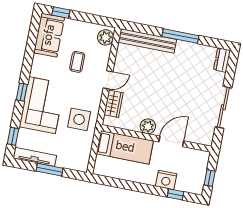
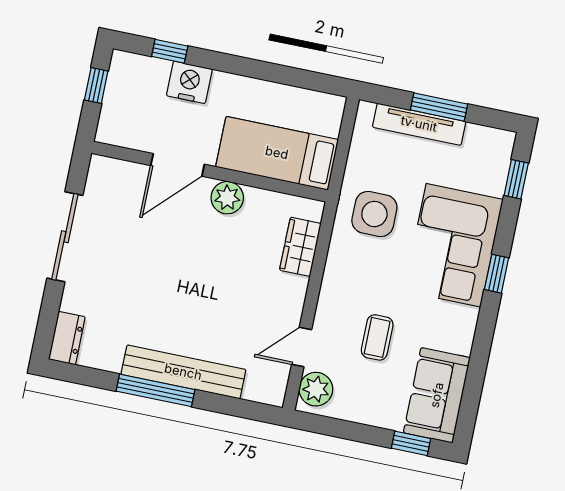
bench: (147, 41) -> (183, 372), moved
door: (108, 80) -> (302, 347), moved
tv unit: (35, 157) -> (419, 124), moved

